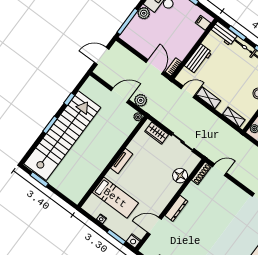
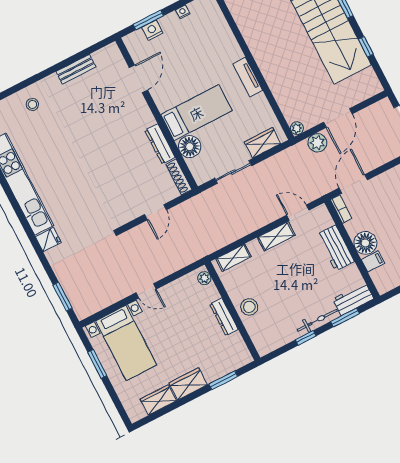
filing cabinet: (203, 23) -> (373, 261), moved
floor lamp: (187, 43) -> (365, 243), added
door: (155, 67) -> (353, 184), swing flipped
door: (188, 92) -> (298, 213), swing flipped
door: (220, 170) -> (155, 212), moved
bed: (115, 198) -> (196, 113), moved, turned 180
dresser: (176, 208) -> (160, 144), moved
nightstand: (134, 241) -> (152, 30), moved

